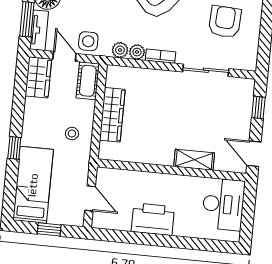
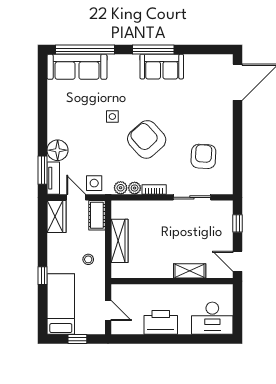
desk: (223, 204) -> (212, 318), moved, turned 90

